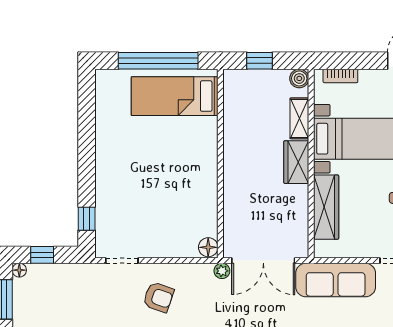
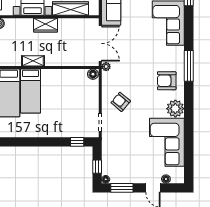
shelving: (299, 118) -> (33, 61), moved
bed: (178, 135) -> (30, 91), added
armchair: (158, 297) -> (121, 102), turned -69

